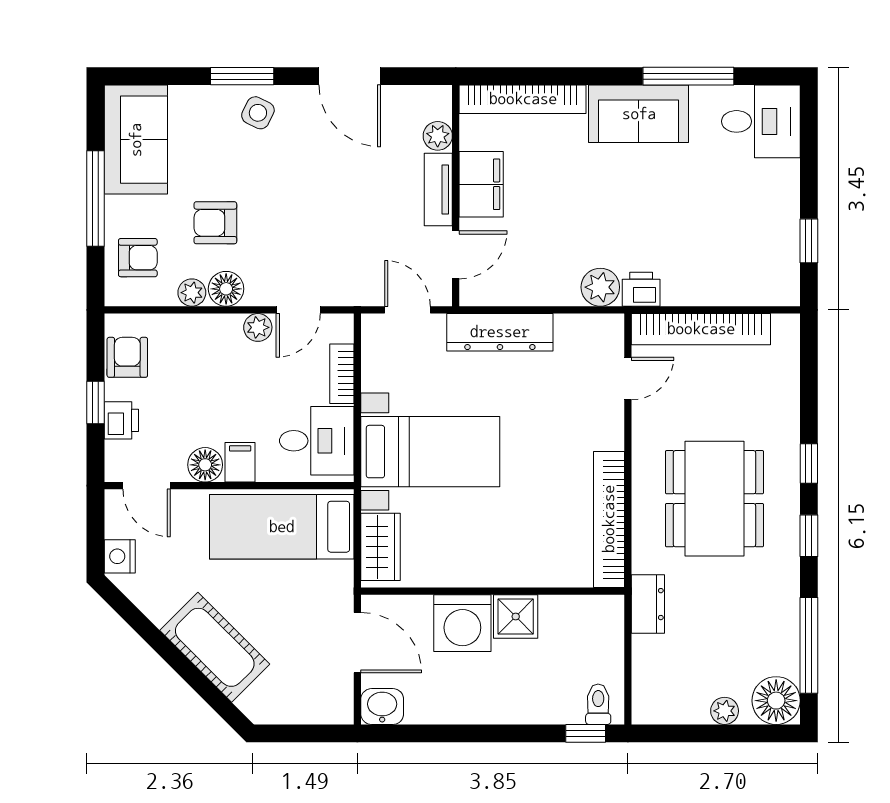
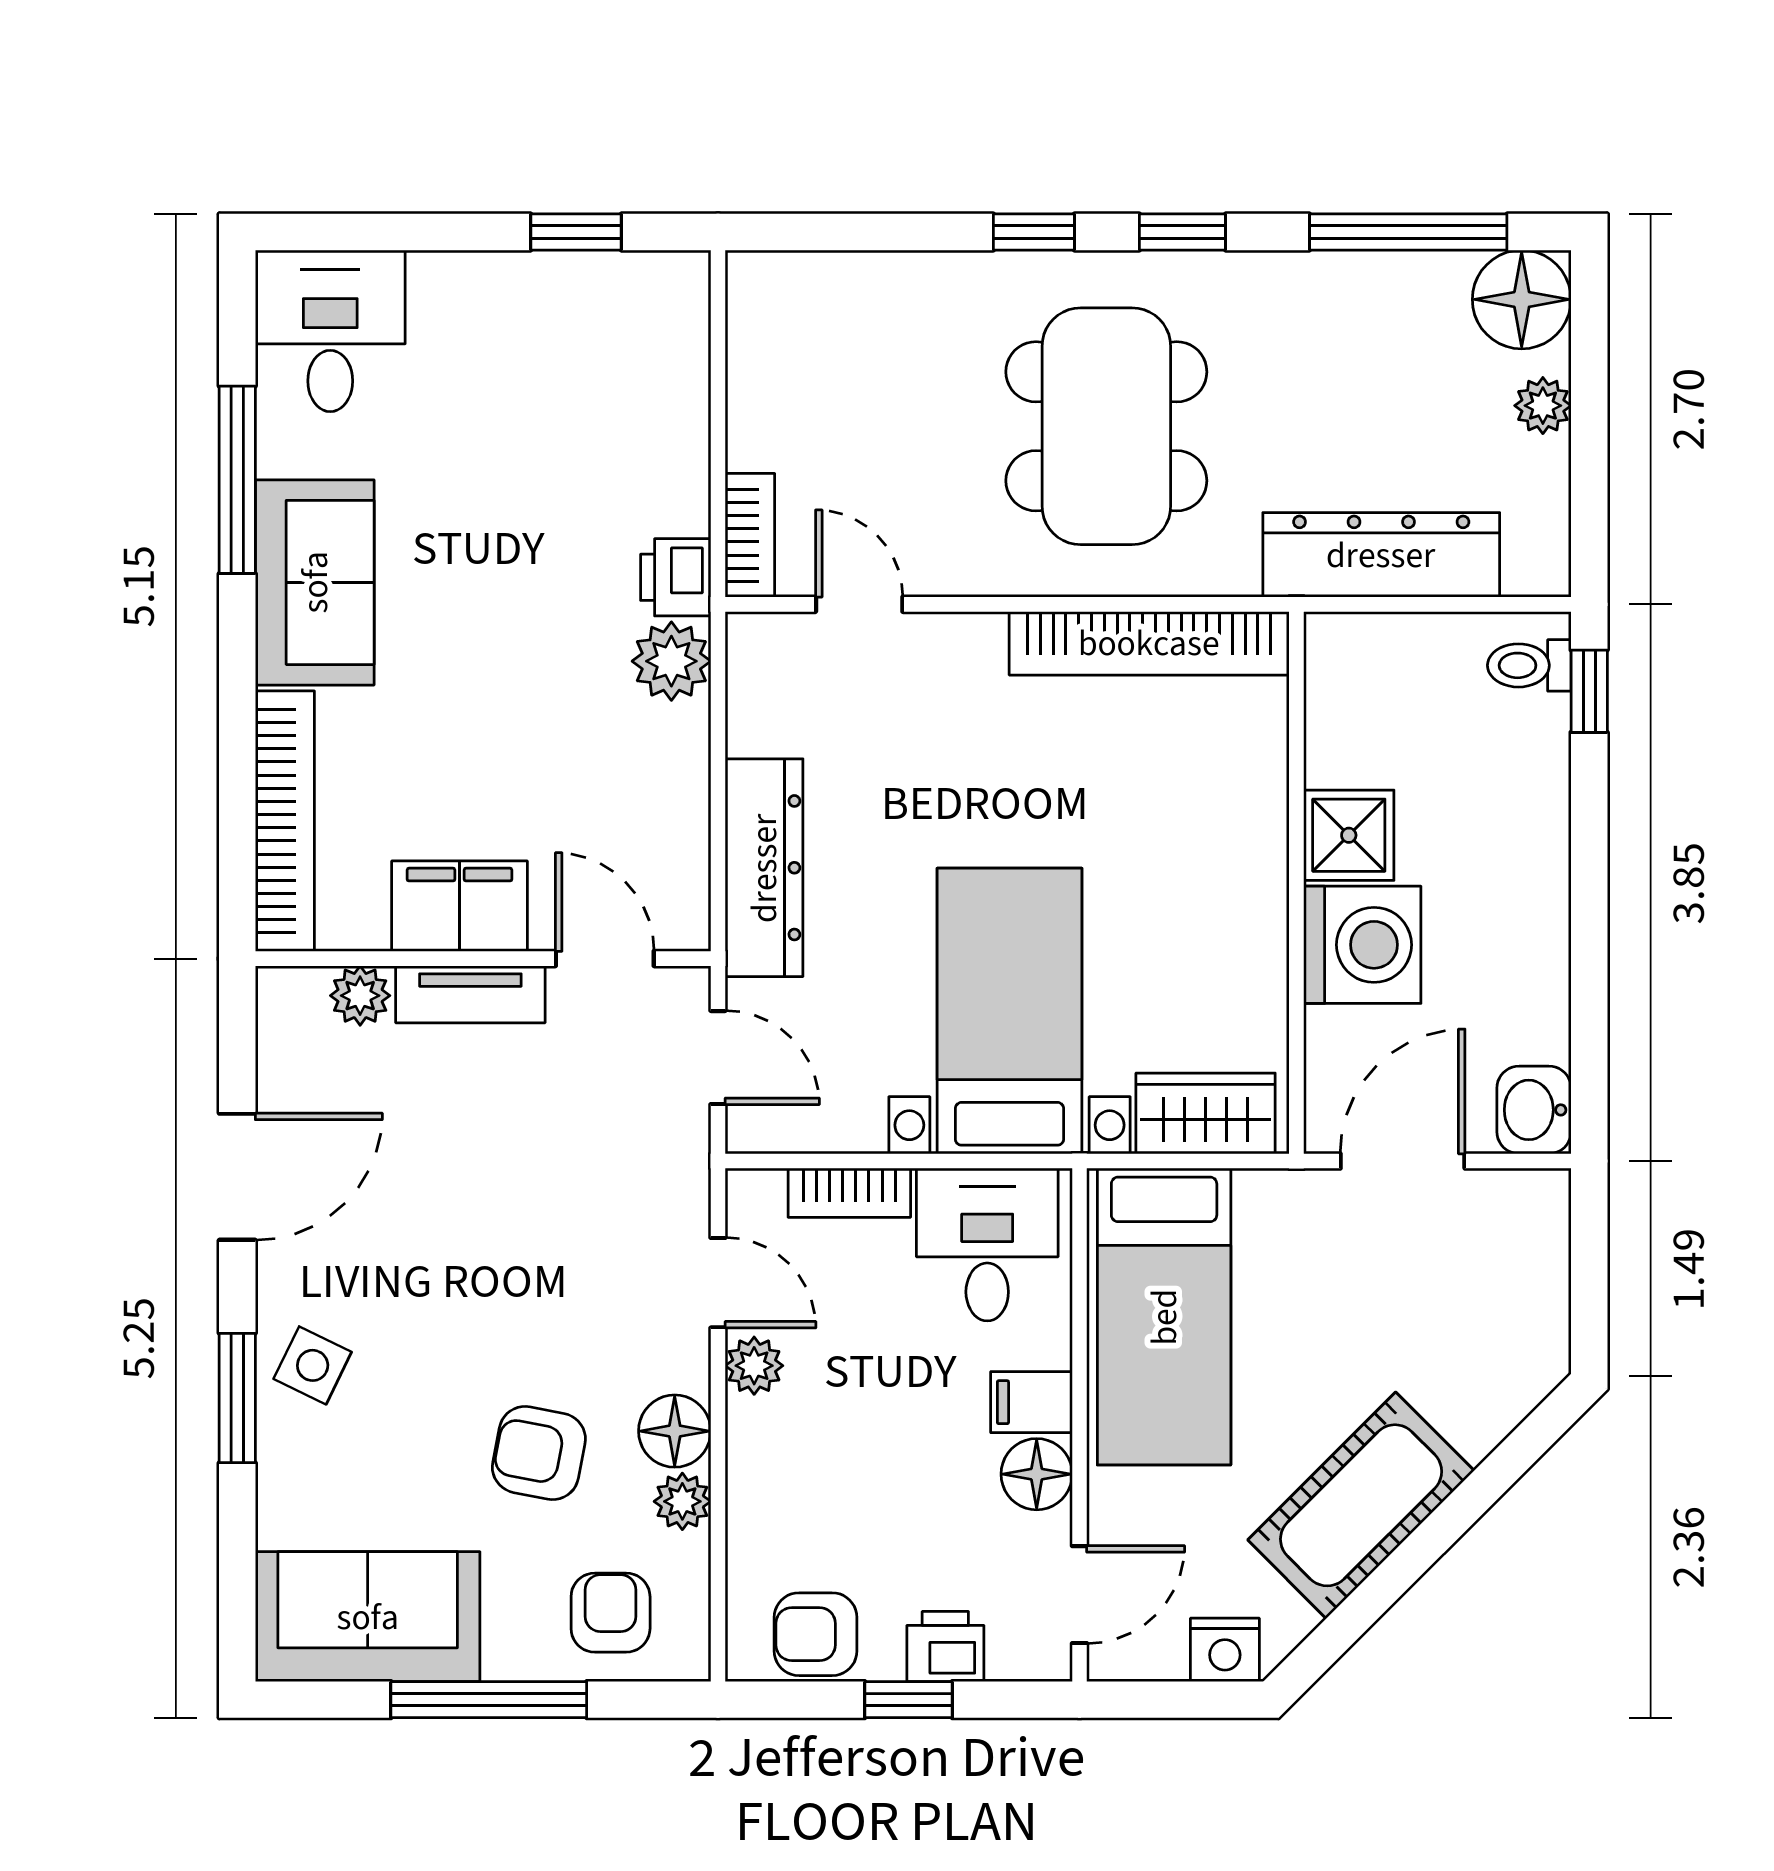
armchair: (215, 223) -> (539, 1453), turned 101
door: (408, 310) -> (718, 1058), swing flipped
bookcase: (701, 329) -> (750, 535), width x0.43, depth x0.76
dining table: (714, 499) -> (1106, 426), turned 90
dresser: (648, 604) -> (1381, 555), width x1.96, depth x1.24
cot: (215, 647) -> (1361, 1505), moved

